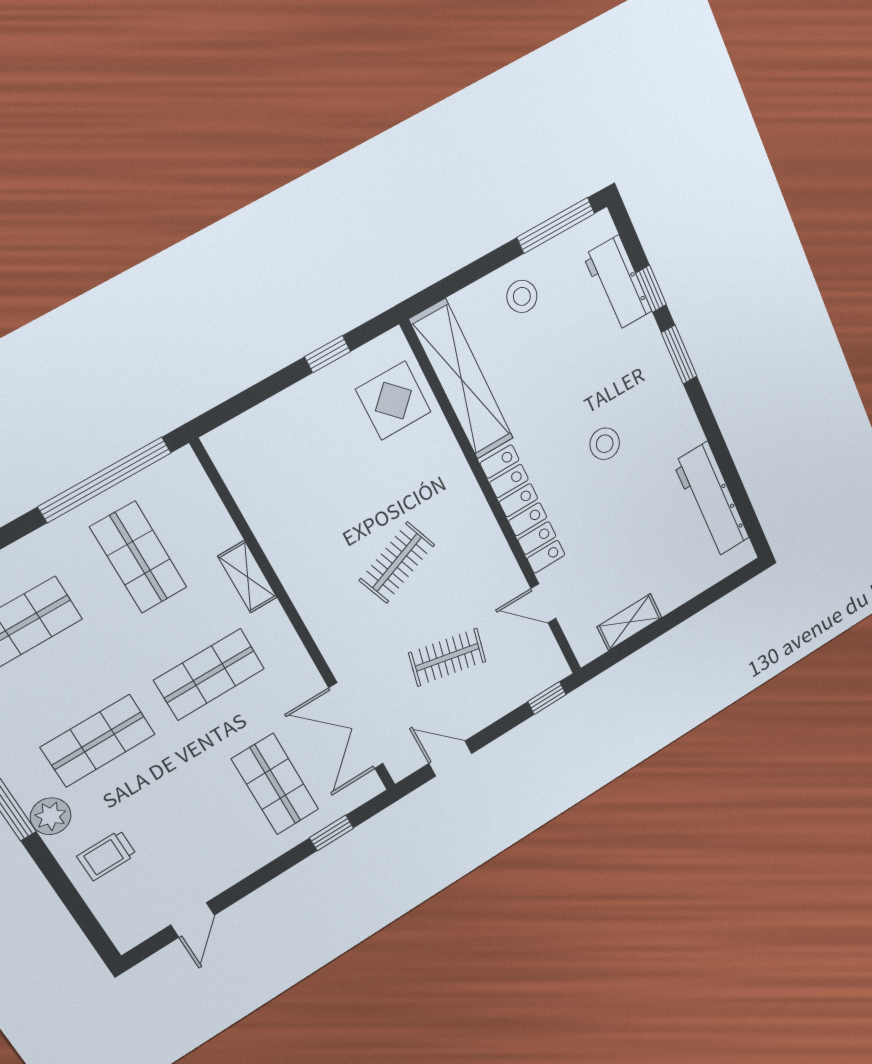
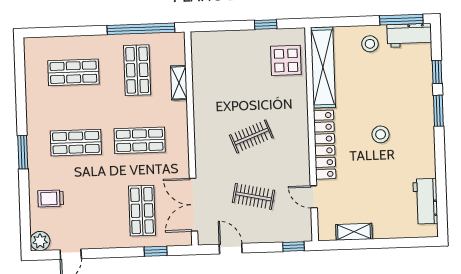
workbench: (618, 283) -> (409, 35), moved, turned -90
workbench: (711, 500) -> (425, 201), width x0.73
shelving: (247, 577) -> (179, 83), moved
plant: (51, 816) -> (40, 241), moved

